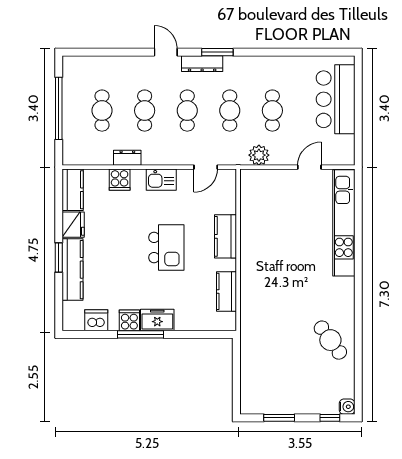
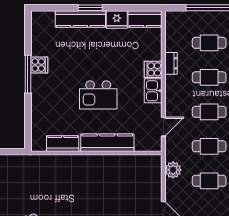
door: (206, 167) -> (163, 127), swing flipped
cooker: (120, 180) -> (153, 69), moved
kitchen counter: (225, 236) -> (107, 143), width x1.50
dishwasher: (96, 320) -> (39, 38), removed
freezer: (157, 320) -> (40, 88), removed

